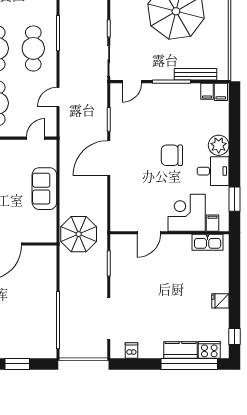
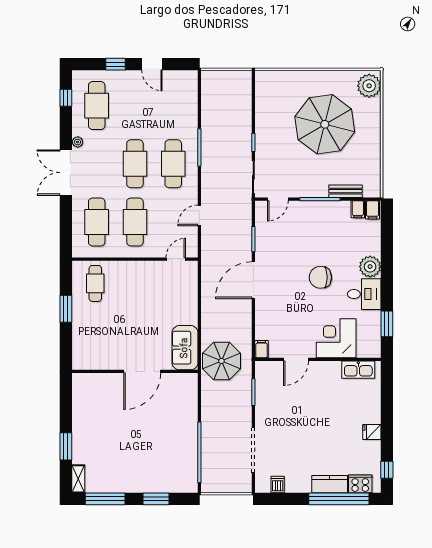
bench: (195, 74) -> (346, 191), width x0.73
sofa: (44, 189) -> (185, 348), moved
filing cabinet: (213, 223) -> (261, 349), moved

